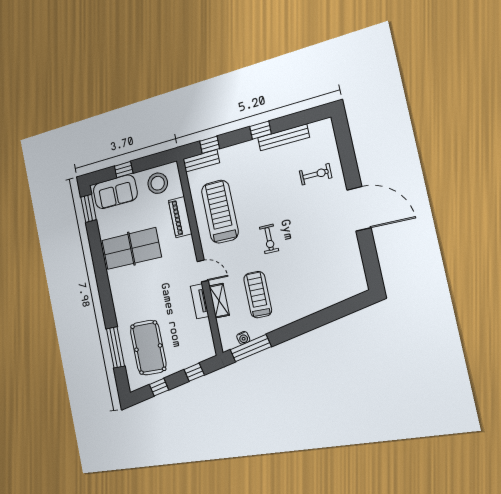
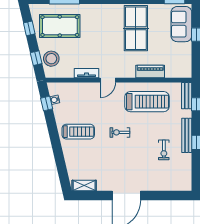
bench: (283, 137) -> (187, 135), moved
exercise bike: (316, 174) -> (164, 150), moved
stool: (158, 183) -> (51, 59), moved
treadmill: (258, 295) -> (78, 132), moved
shelving: (219, 301) -> (84, 186), moved
window: (251, 348) -> (47, 103), width x0.46

